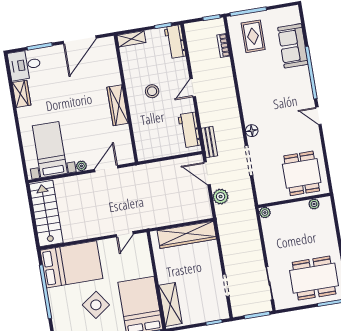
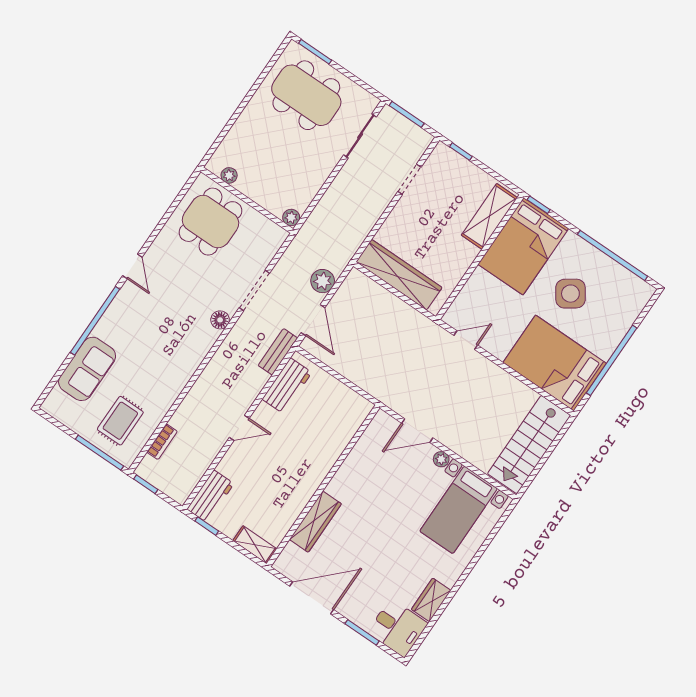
stool: (152, 91) -> (287, 467), removed
wardrobe: (118, 105) -> (315, 522), moved

